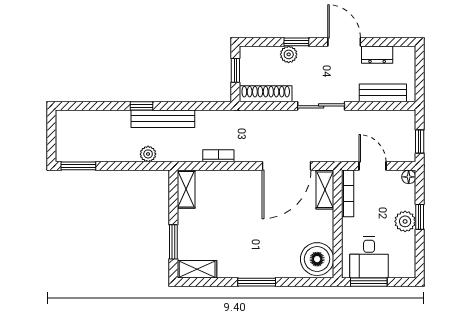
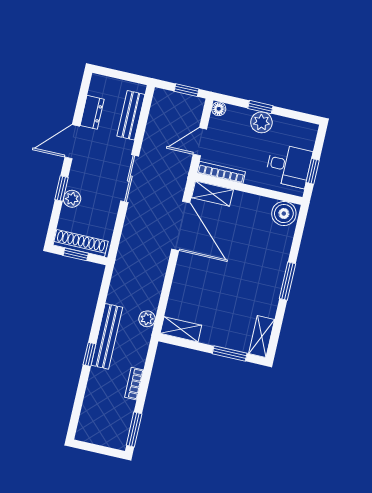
shoe rack: (266, 94) -> (81, 243), moved, turned 90
plant: (148, 154) -> (147, 319), moved
bookcase: (218, 156) -> (134, 384), moved
boiler: (317, 259) -> (284, 214), width x0.73, depth x0.73
window: (369, 282) -> (313, 171), width x0.67

